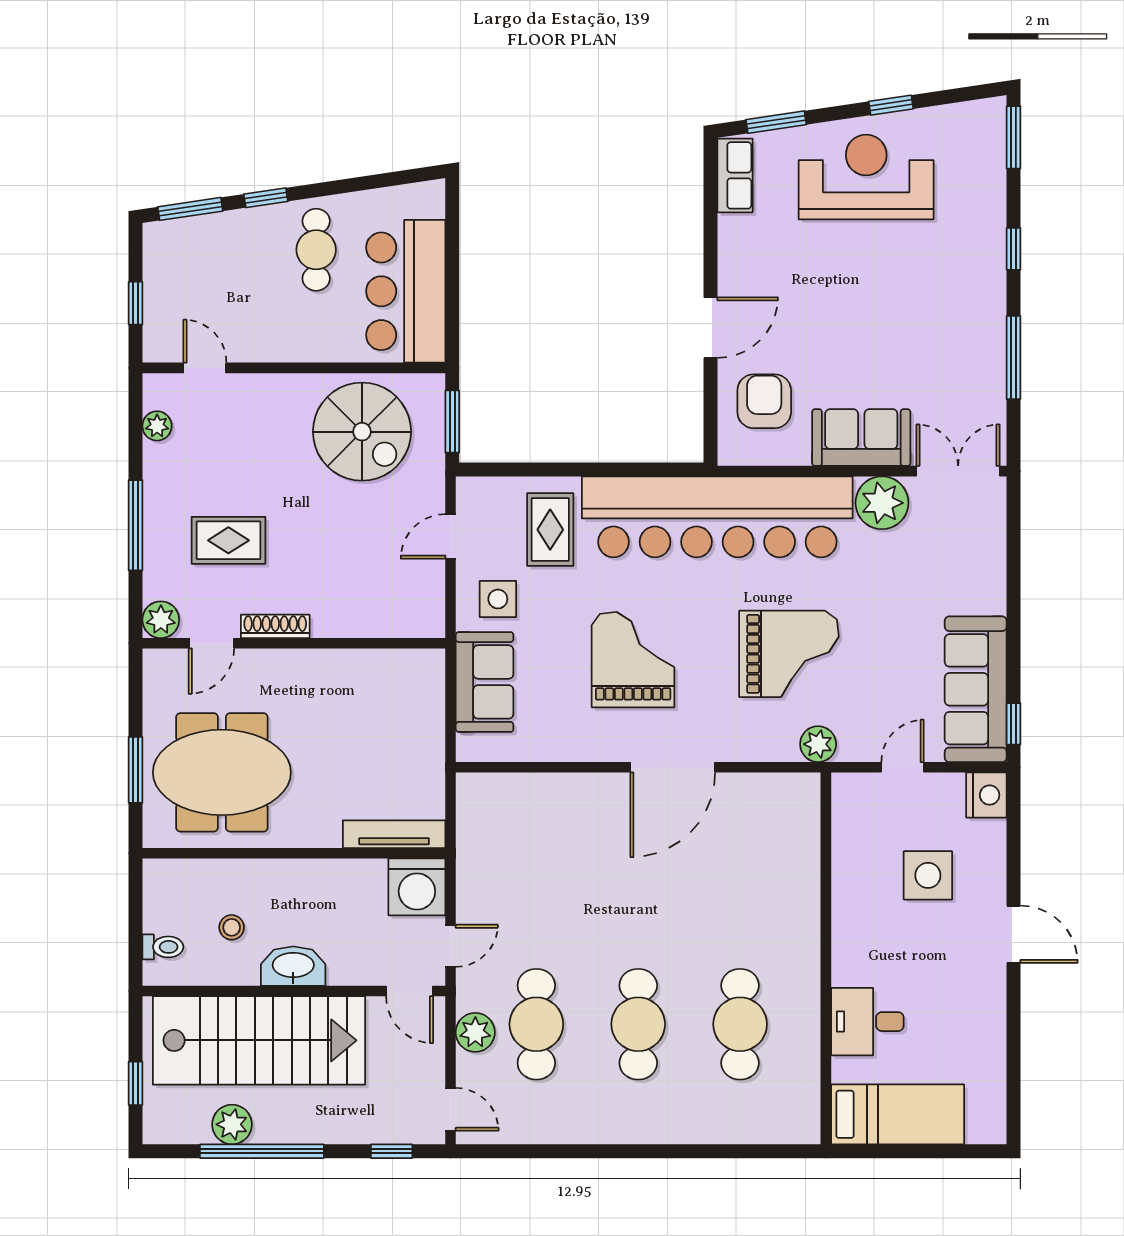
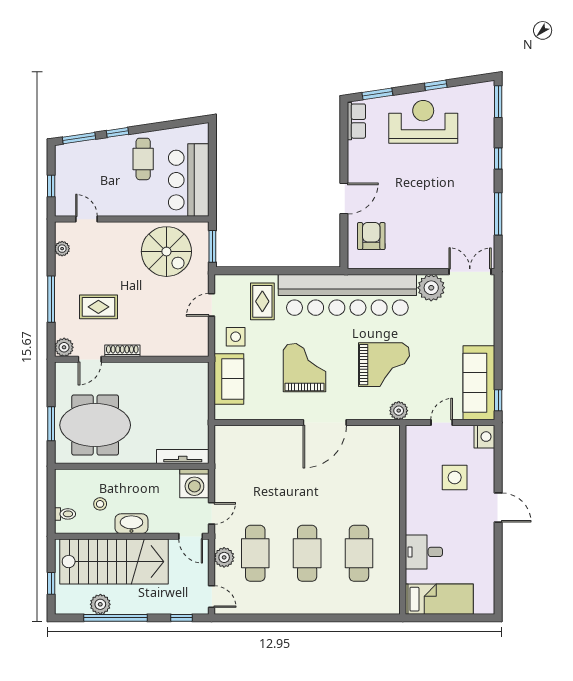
sofa: (861, 438) -> (421, 255), removed

